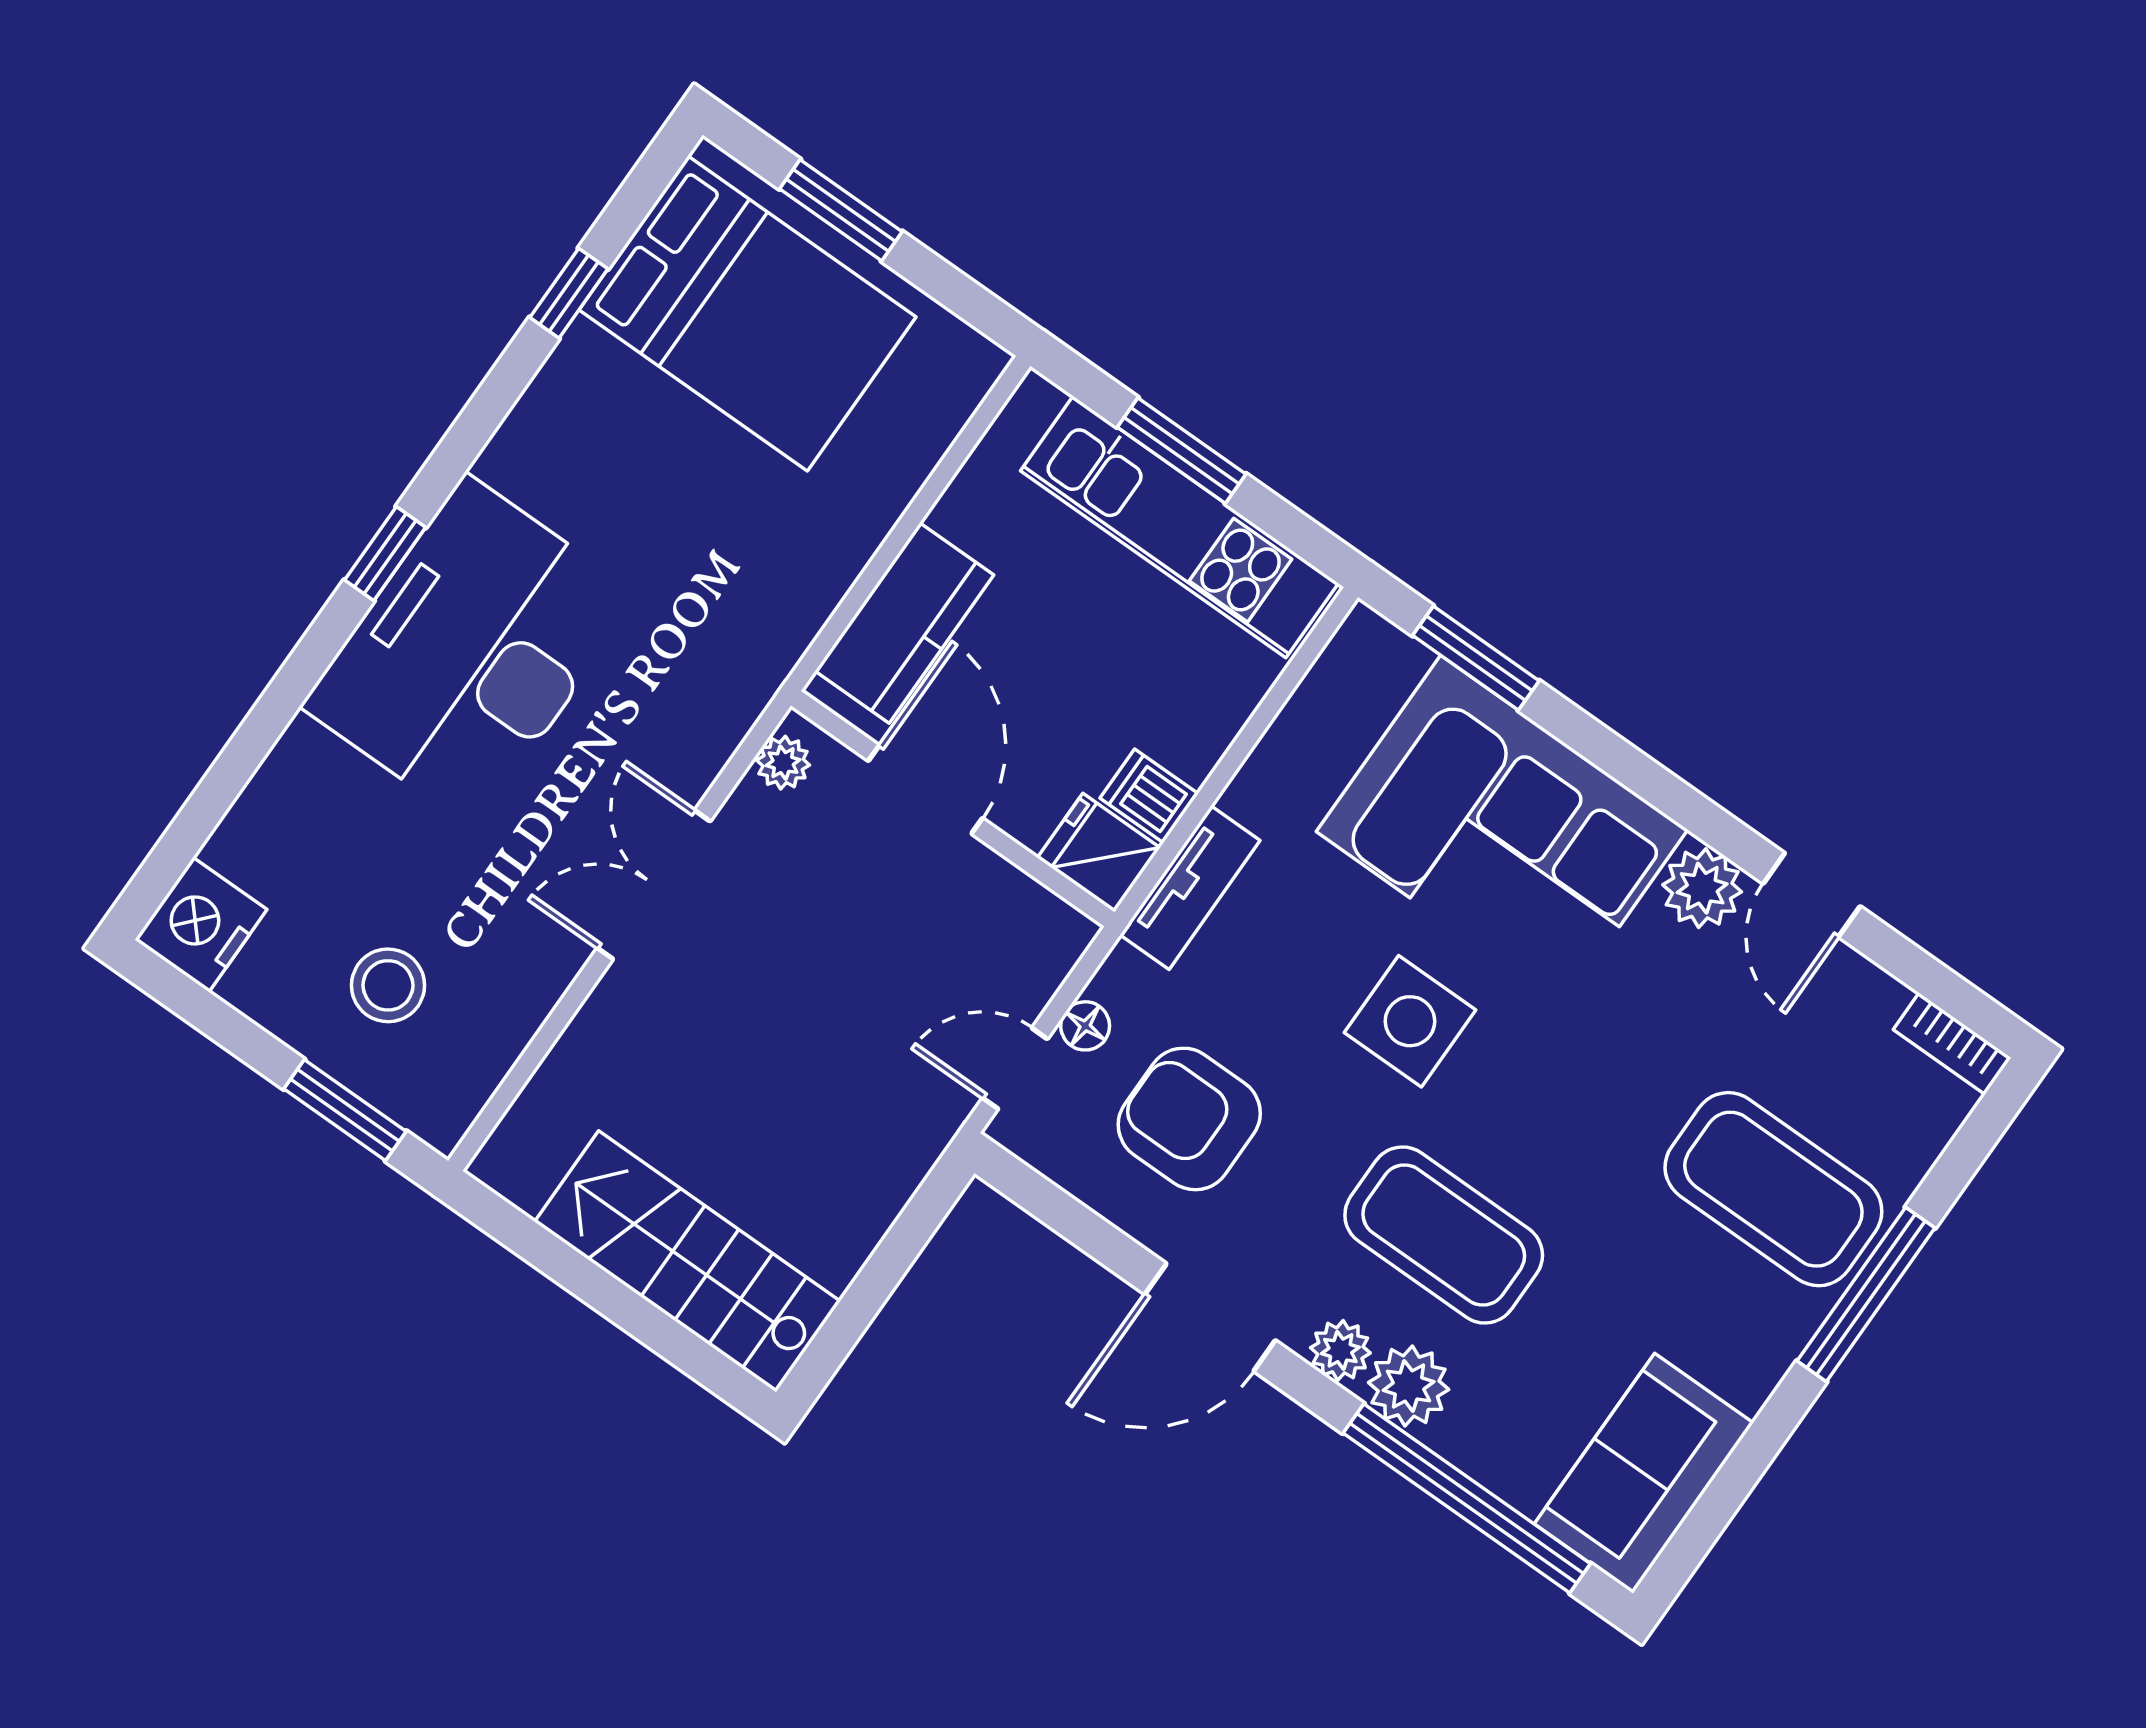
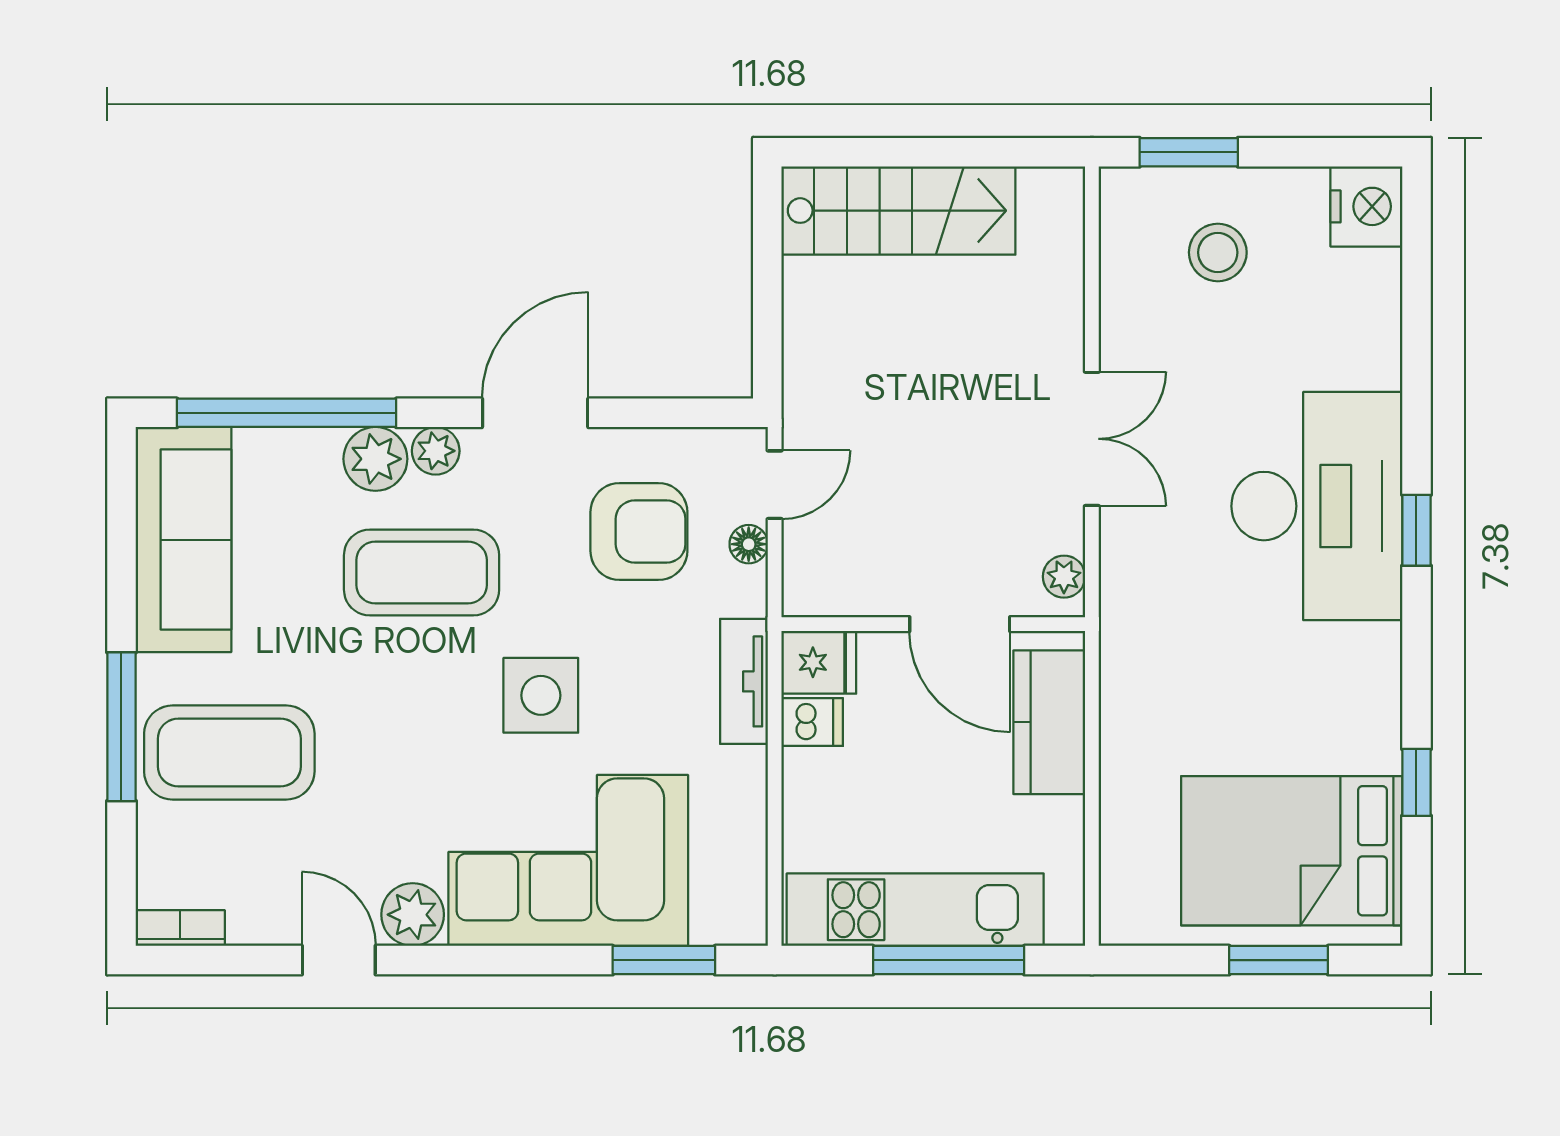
window: (1182, 451) -> (949, 960), width x1.44
sofa: (1644, 1473) -> (183, 540), width x1.36

